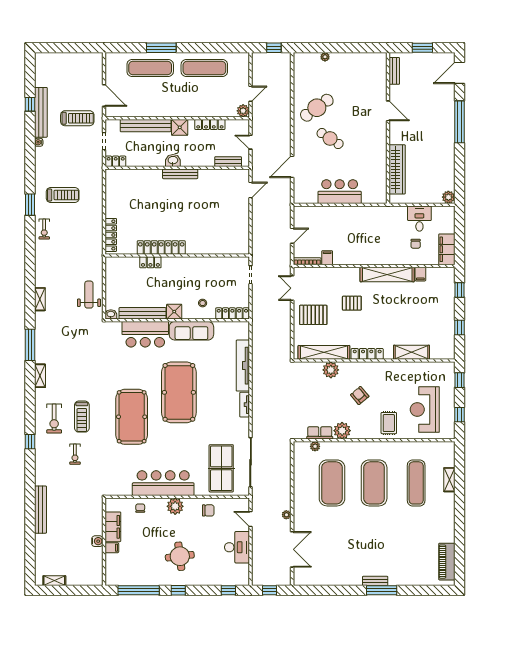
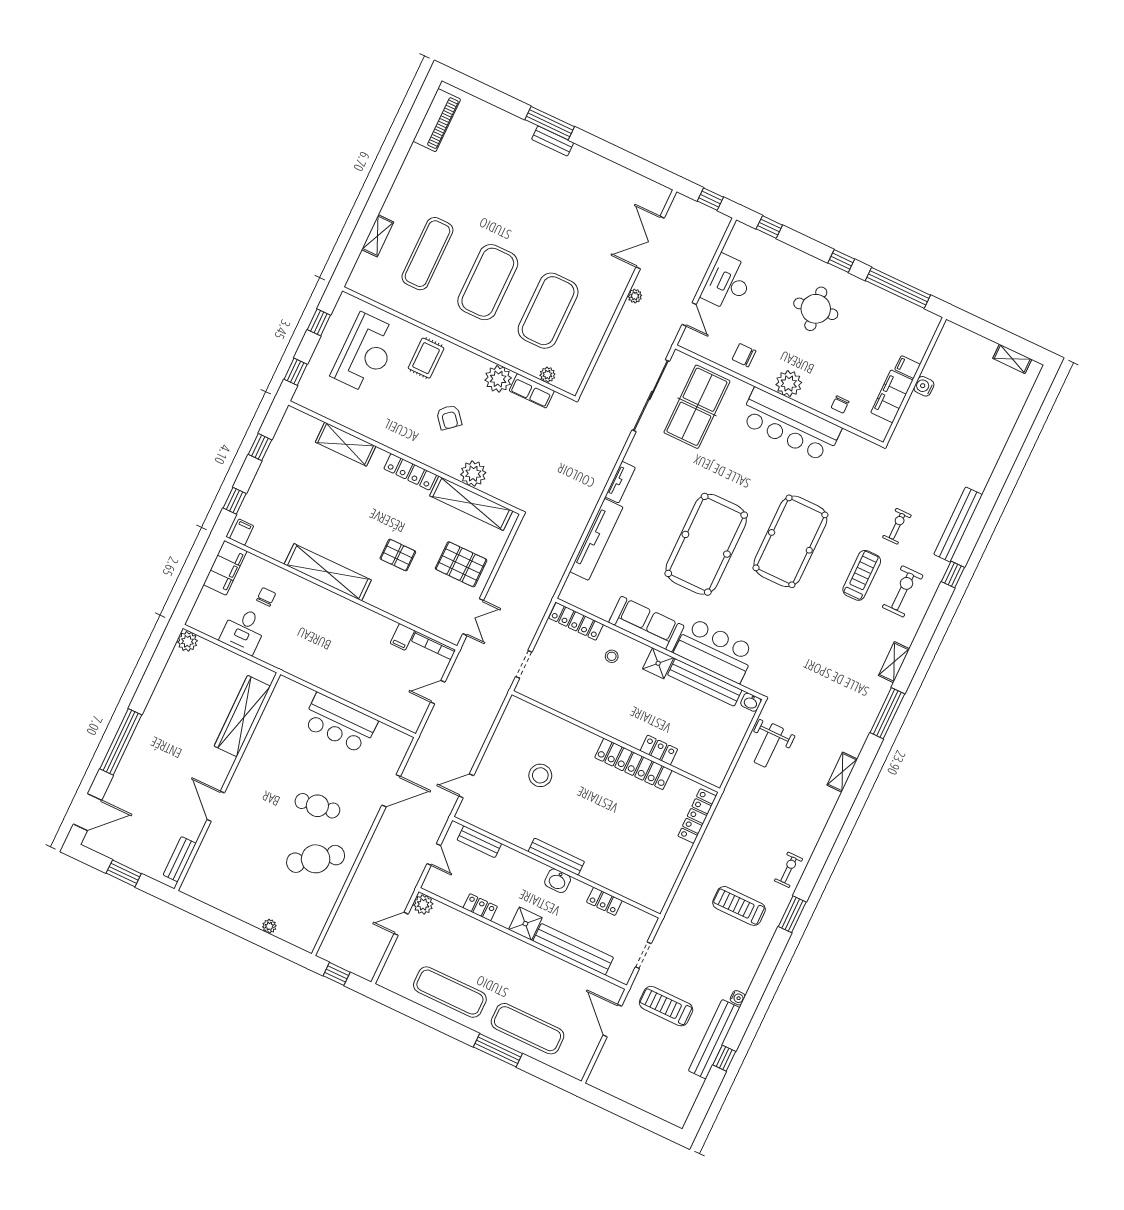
locker: (210, 124) -> (480, 907), width x0.66
cafe table: (330, 138) -> (317, 806), turned -41
locker: (116, 161) -> (604, 901), moved
stool: (211, 216) -> (540, 775), added
filing cabinet: (420, 274) -> (242, 532), moved
bench: (41, 510) -> (958, 525), moved

